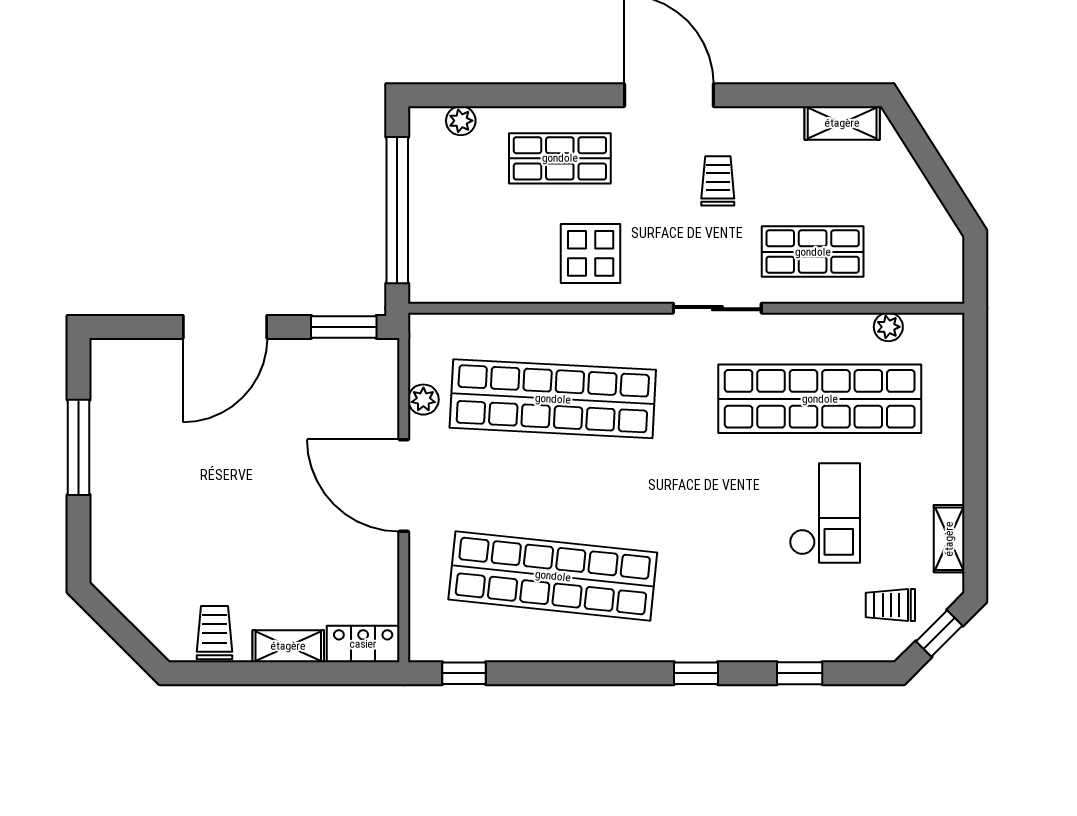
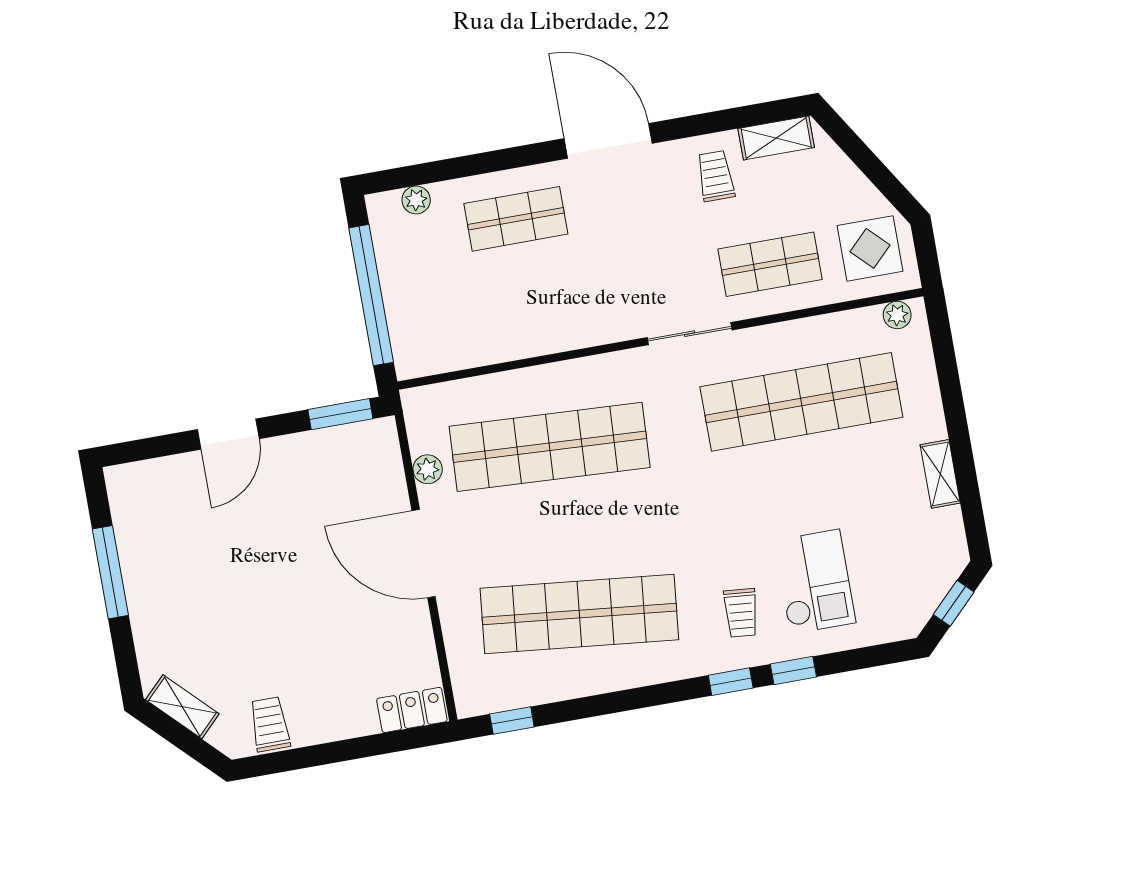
trolley: (718, 181) -> (716, 176), moved
display table: (591, 253) -> (870, 248), moved
door: (225, 327) -> (228, 434), width x0.73
plant: (888, 327) -> (897, 315), moved
checkout: (825, 513) -> (815, 582), moved
shelving: (949, 539) -> (940, 474), moved
trolley: (890, 605) -> (741, 613), moved, turned -85
shelving: (288, 646) -> (182, 707), moved, turned 45
window: (800, 673) -> (793, 670), moved

